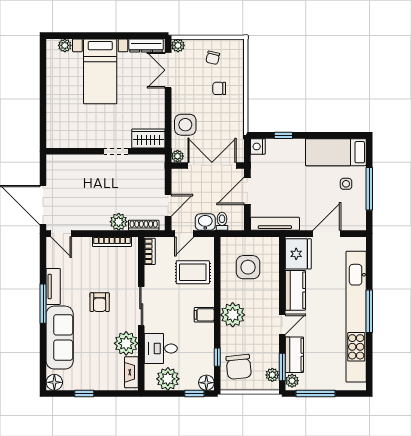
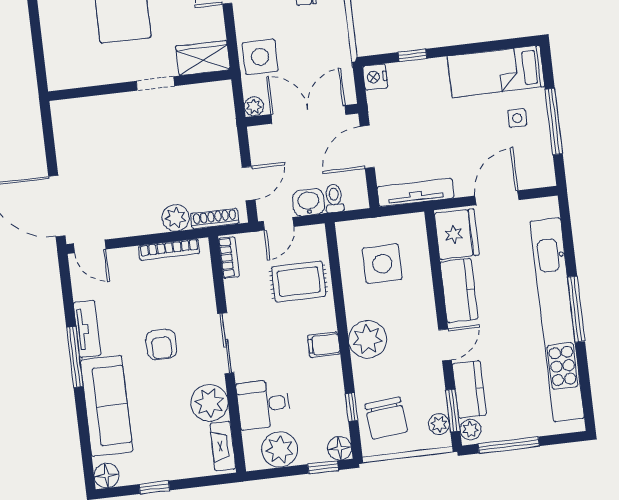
wardrobe: (148, 138) -> (203, 58), moved
wall: (106, 151) -> (140, 85), moved
doorway: (116, 151) -> (155, 84), moved

